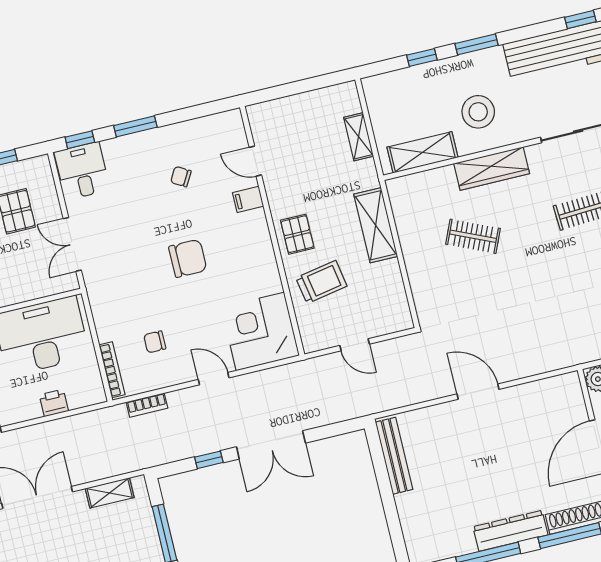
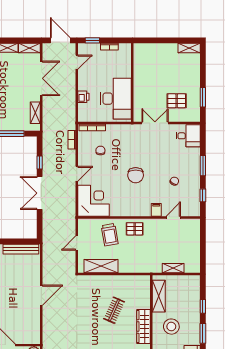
window: (80, 140) -> (203, 195), moved
shelving: (376, 225) -> (101, 266), moved

